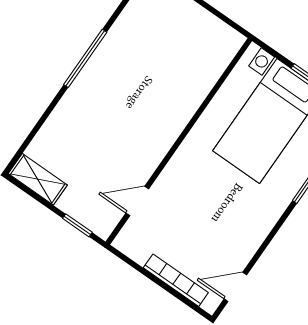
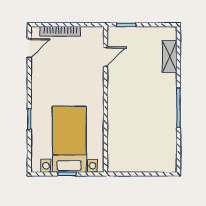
shelving: (38, 179) -> (170, 56), moved, turned 90

